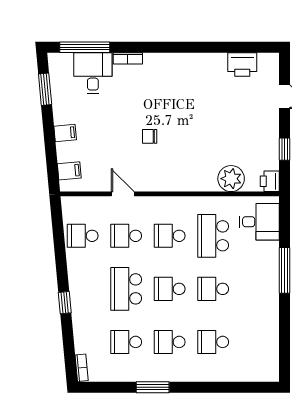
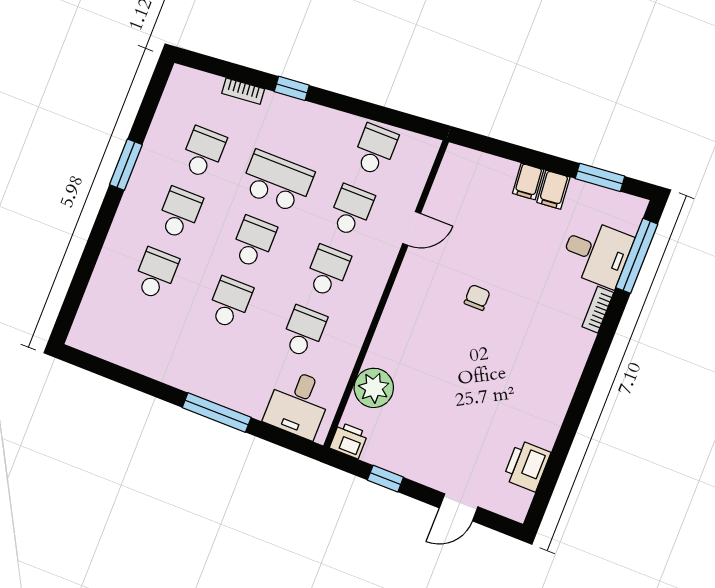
filing cabinet: (69, 171) -> (553, 190), moved
school desk: (213, 236) -> (304, 332), width x0.54
bookcase: (82, 368) -> (243, 91), moved

